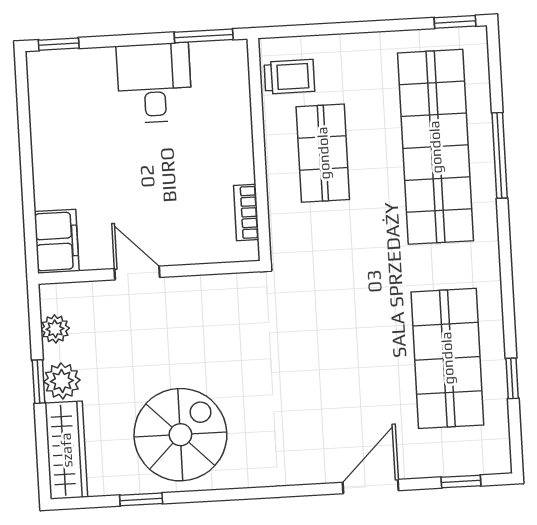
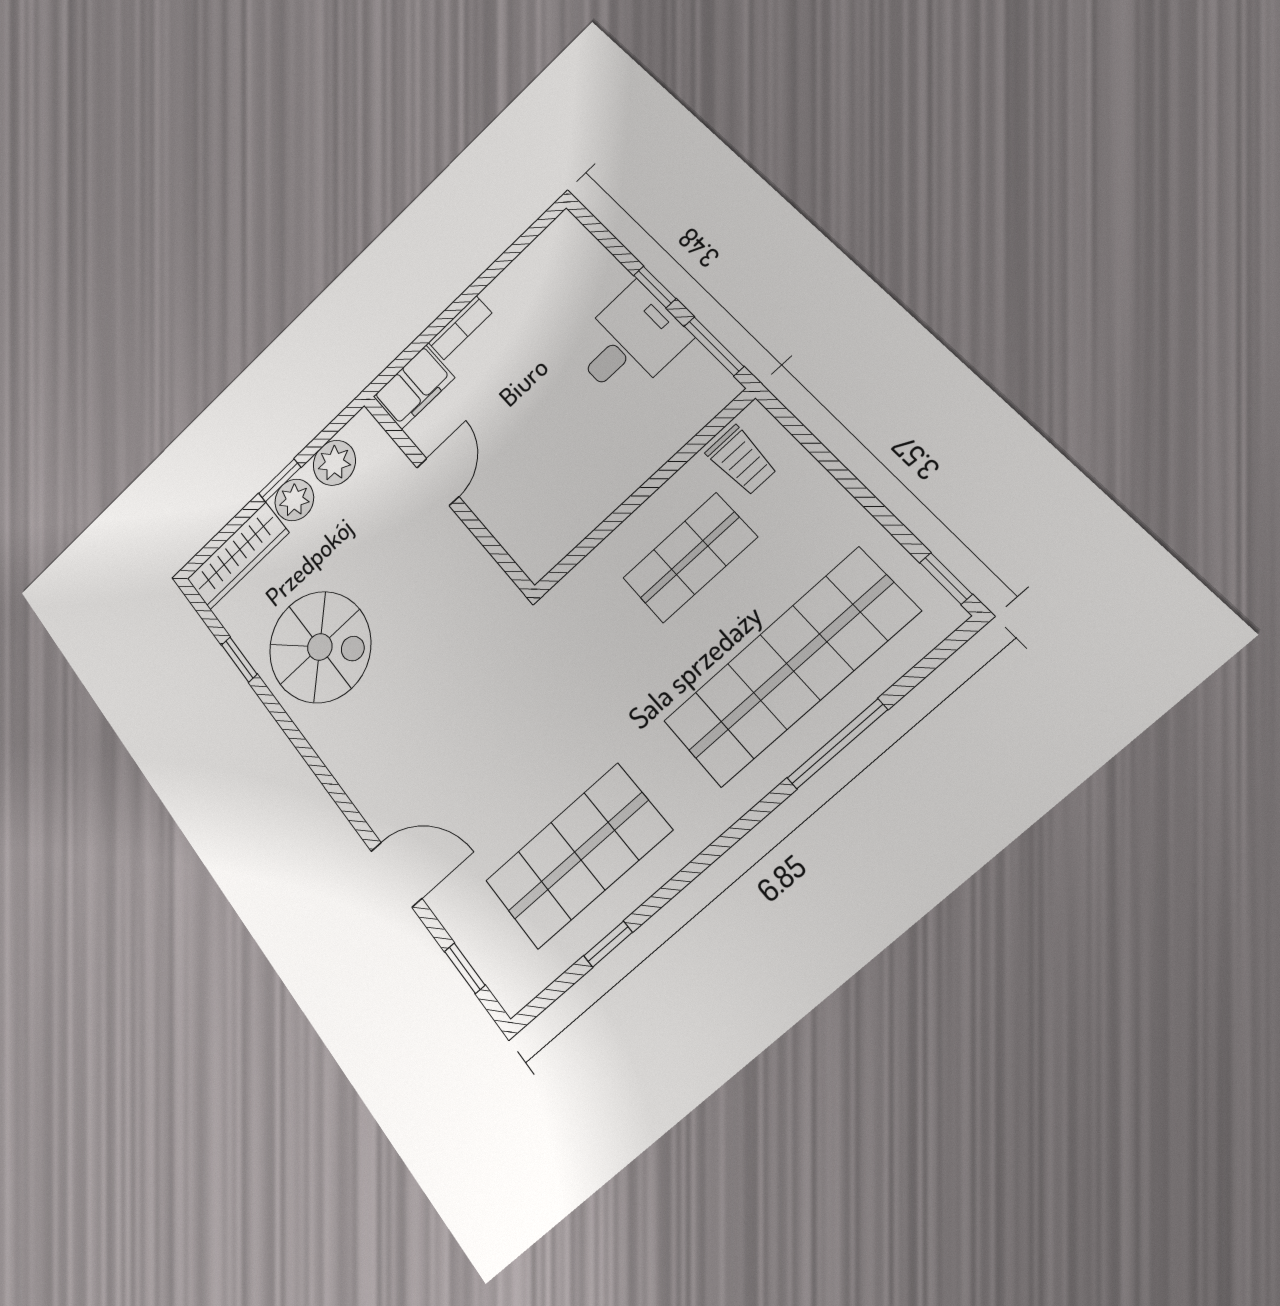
window: (59, 44) -> (655, 287), moved
bookcase: (246, 212) -> (460, 328), moved, turned 180
plant: (55, 329) -> (334, 463), width x1.38, depth x1.38

